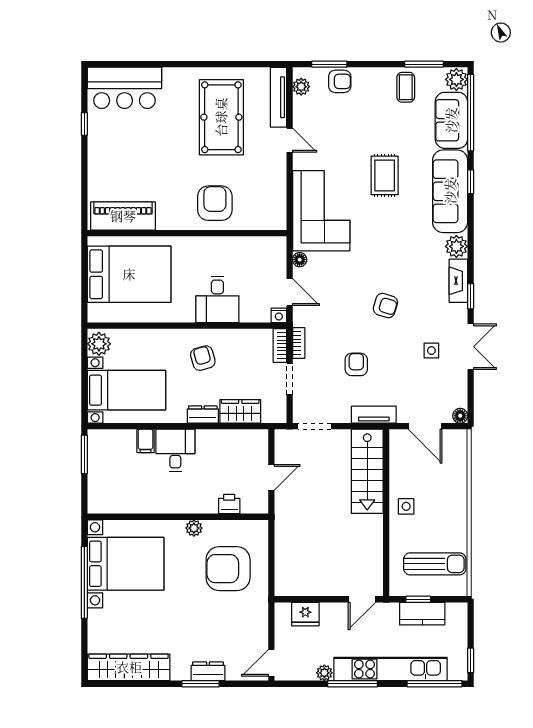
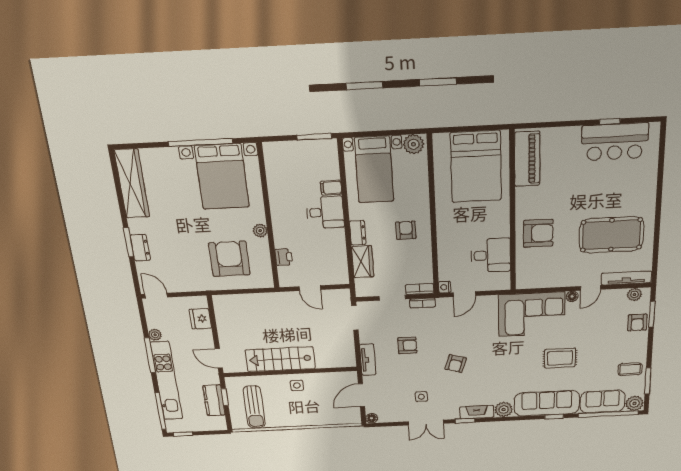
bar counter: (125, 88) -> (615, 142), moved, turned -90
floor lamp: (300, 260) -> (572, 296), moved
desk: (217, 299) -> (491, 255), moved, turned 180
armchair: (203, 358) -> (406, 230), turned -74
stairs: (367, 471) -> (280, 359), moved

